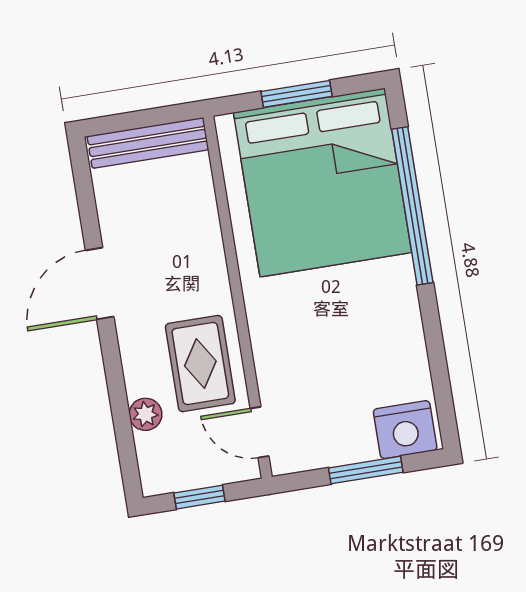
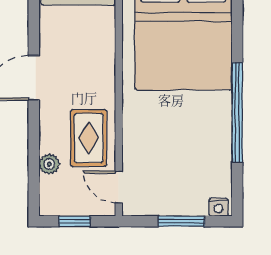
window: (412, 206) -> (237, 113), moved
nightstand: (405, 430) -> (218, 207), width x0.53, depth x0.56

